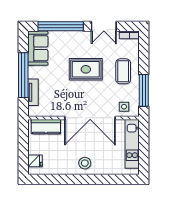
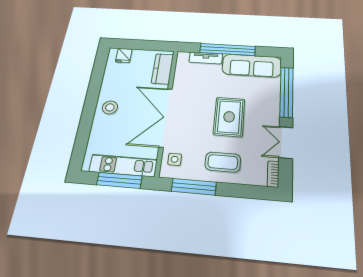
sofa: (38, 48) -> (252, 66), width x1.36
window: (144, 145) -> (119, 180), added

